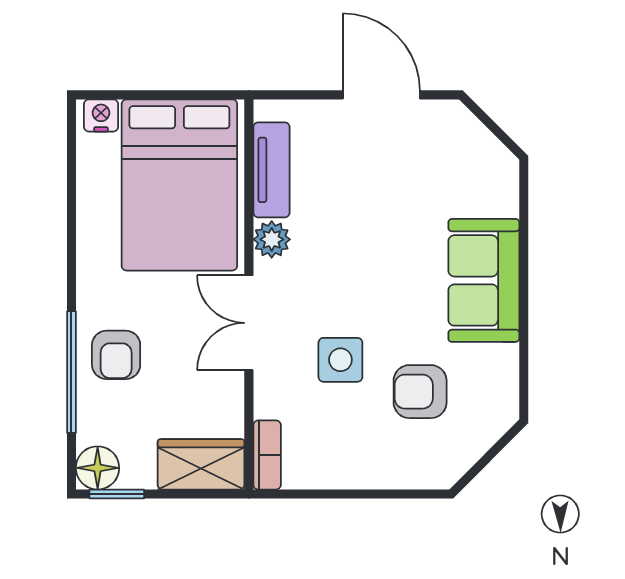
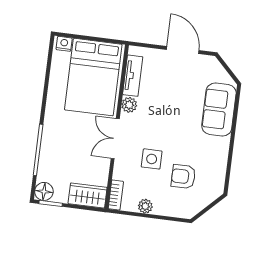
sofa: (484, 280) -> (219, 109), moved
armchair: (116, 355) -> (58, 145), removed
plant: (340, 472) -> (145, 206), added

